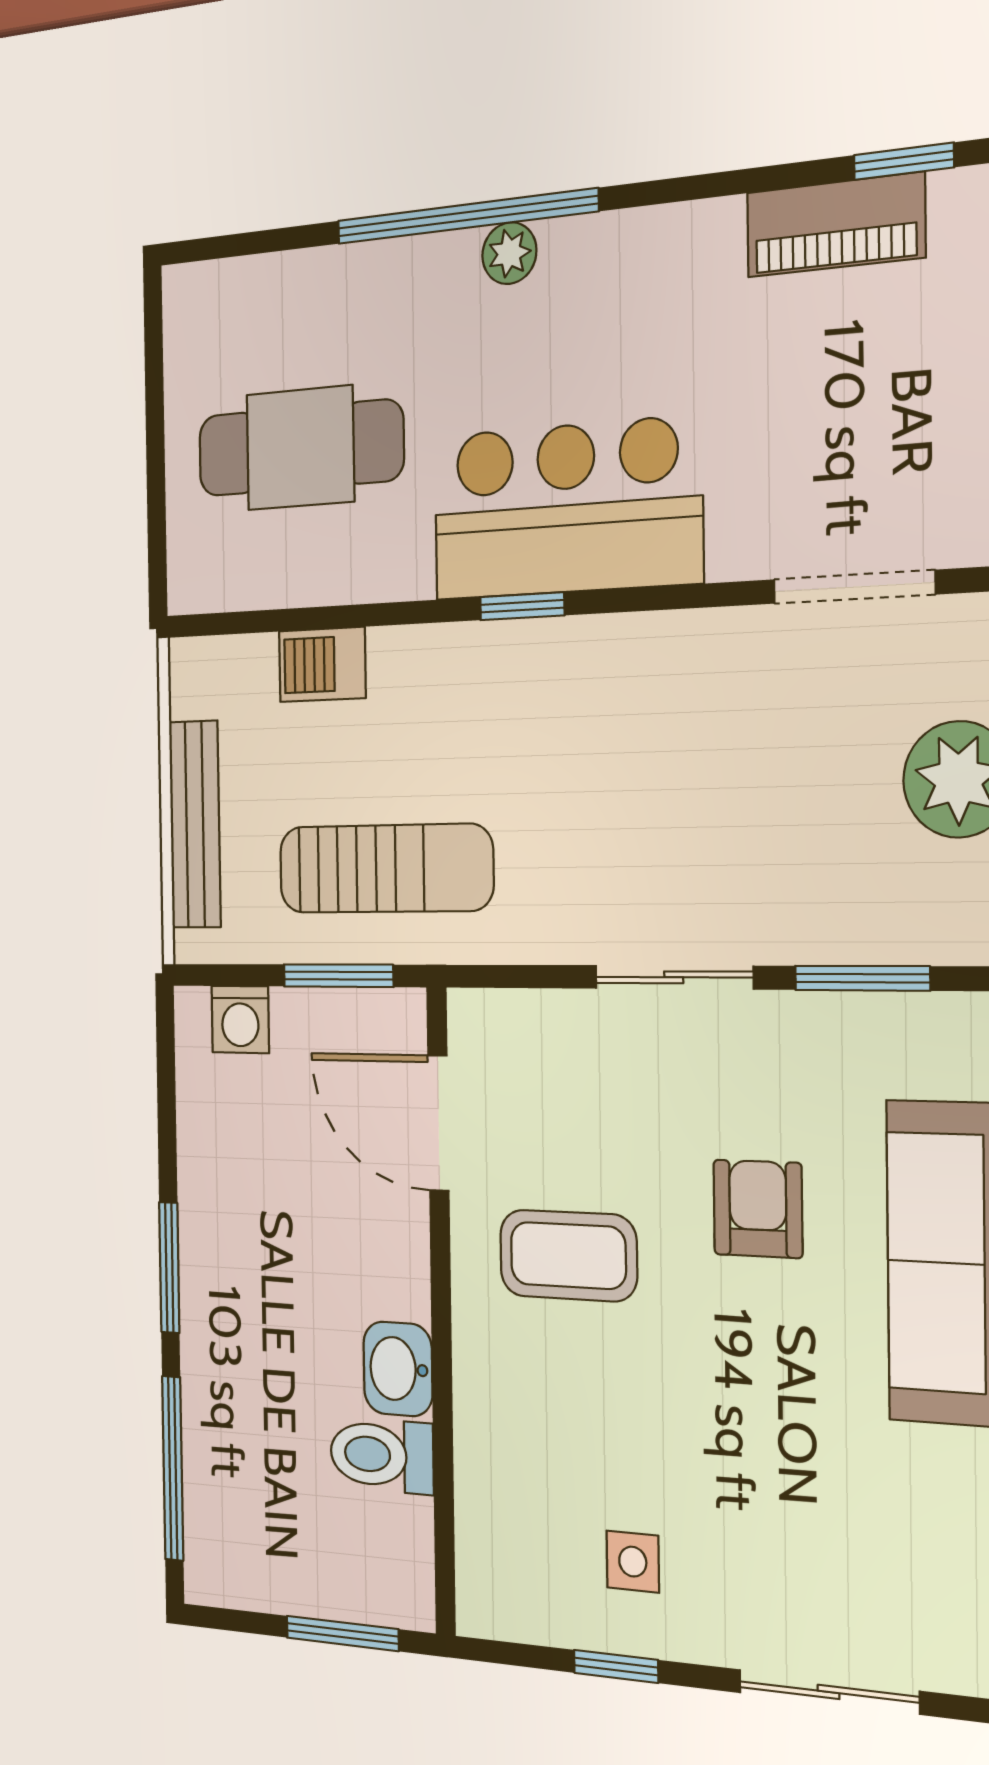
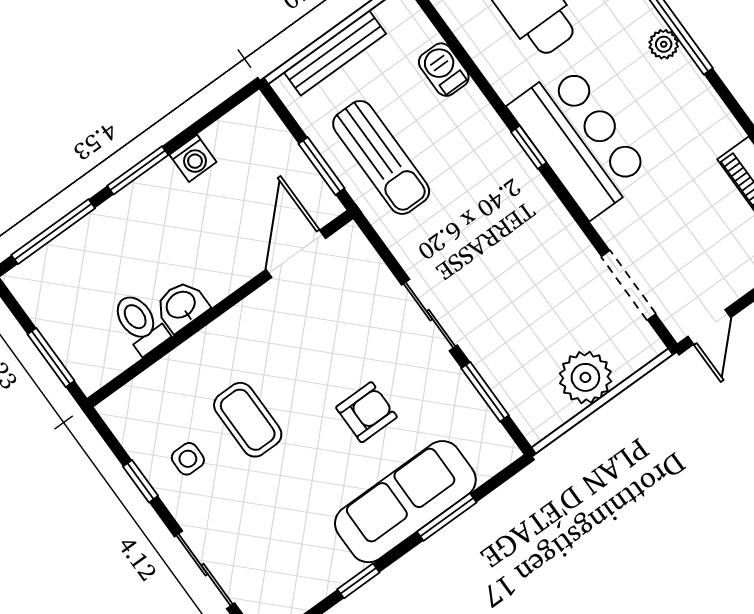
washing machine: (240, 1019) -> (193, 158), moved, turned -90
coffee table: (568, 1256) -> (248, 420), moved

